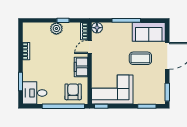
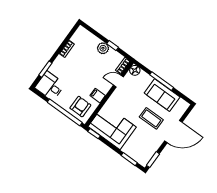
sofa: (149, 32) -> (162, 95), moved
filing cabinet: (81, 67) -> (98, 96), width x0.50

